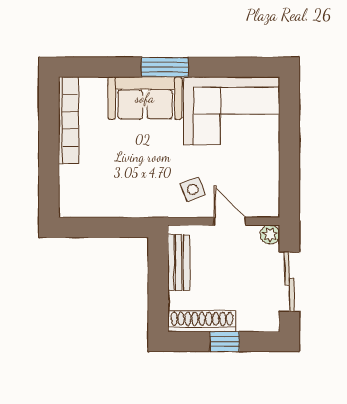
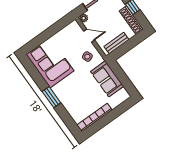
sofa: (145, 98) -> (107, 79), moved, turned 180
door: (230, 221) -> (89, 36), swing flipped

